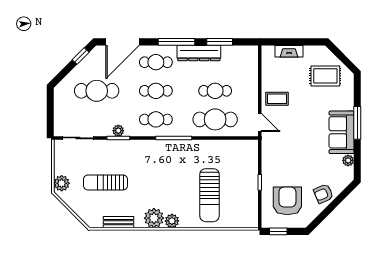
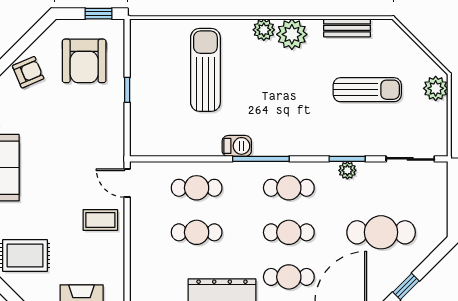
cafe table: (215, 119) -> (197, 188), width x0.73, depth x0.74
barbecue: (189, 146) -> (237, 146), added

